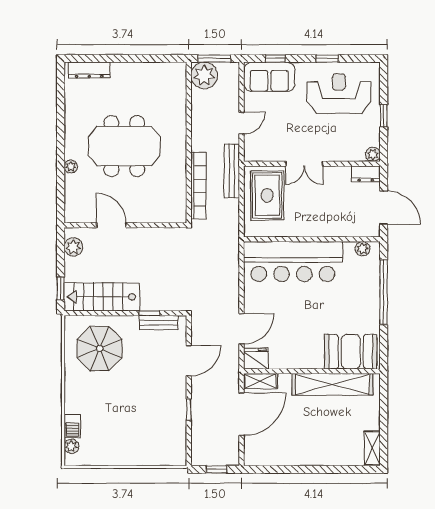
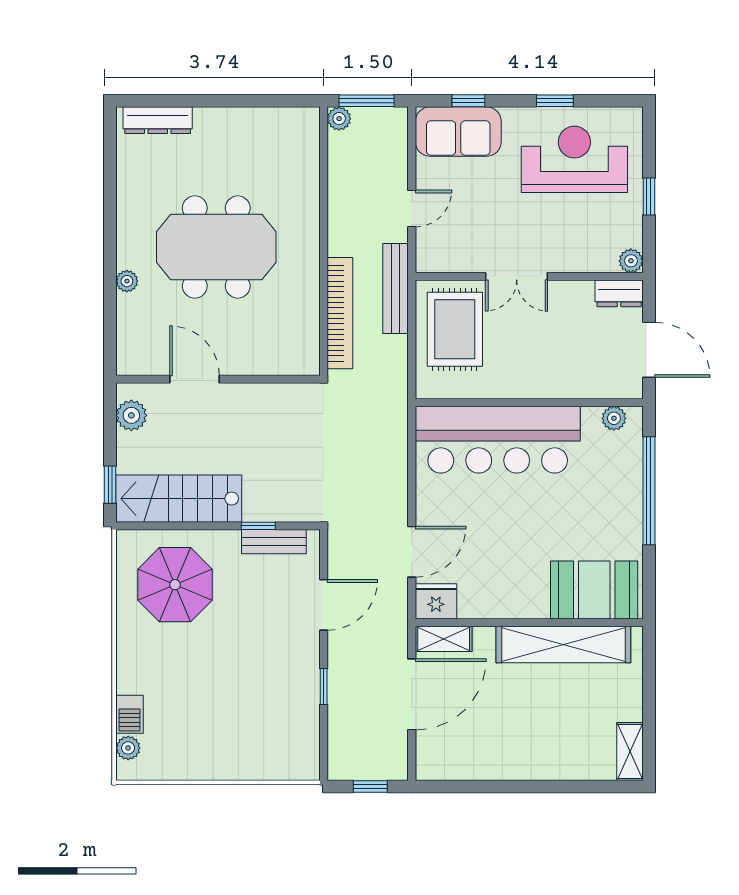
plant: (204, 75) -> (339, 119), width x0.53, depth x0.53

